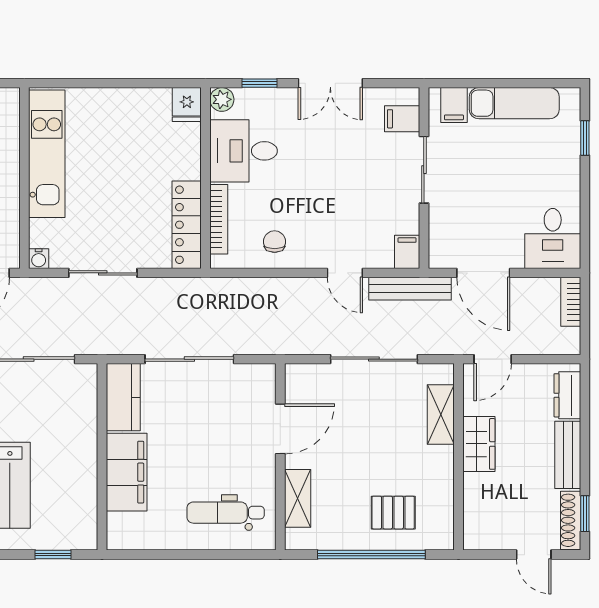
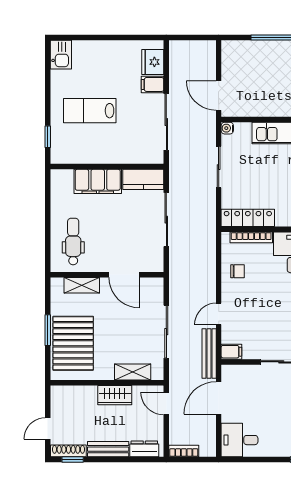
bookcase: (571, 302) -> (184, 451), moved
pallet: (393, 513) -> (73, 343), width x2.05, depth x2.00
window: (371, 555) -> (48, 330), width x0.47

